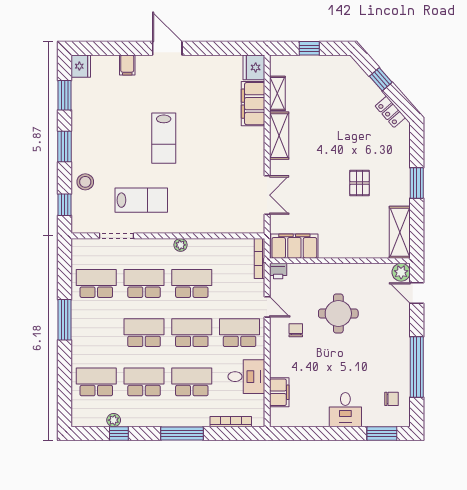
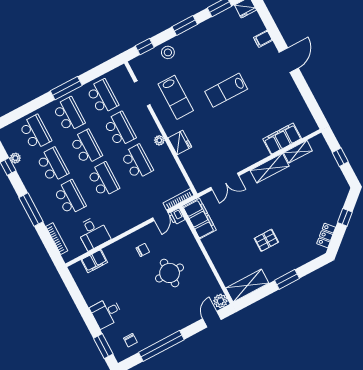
fridge: (254, 67) -> (180, 142), moved, turned 90
door: (267, 307) -> (161, 215), moved
school desk: (240, 333) -> (69, 115), moved

